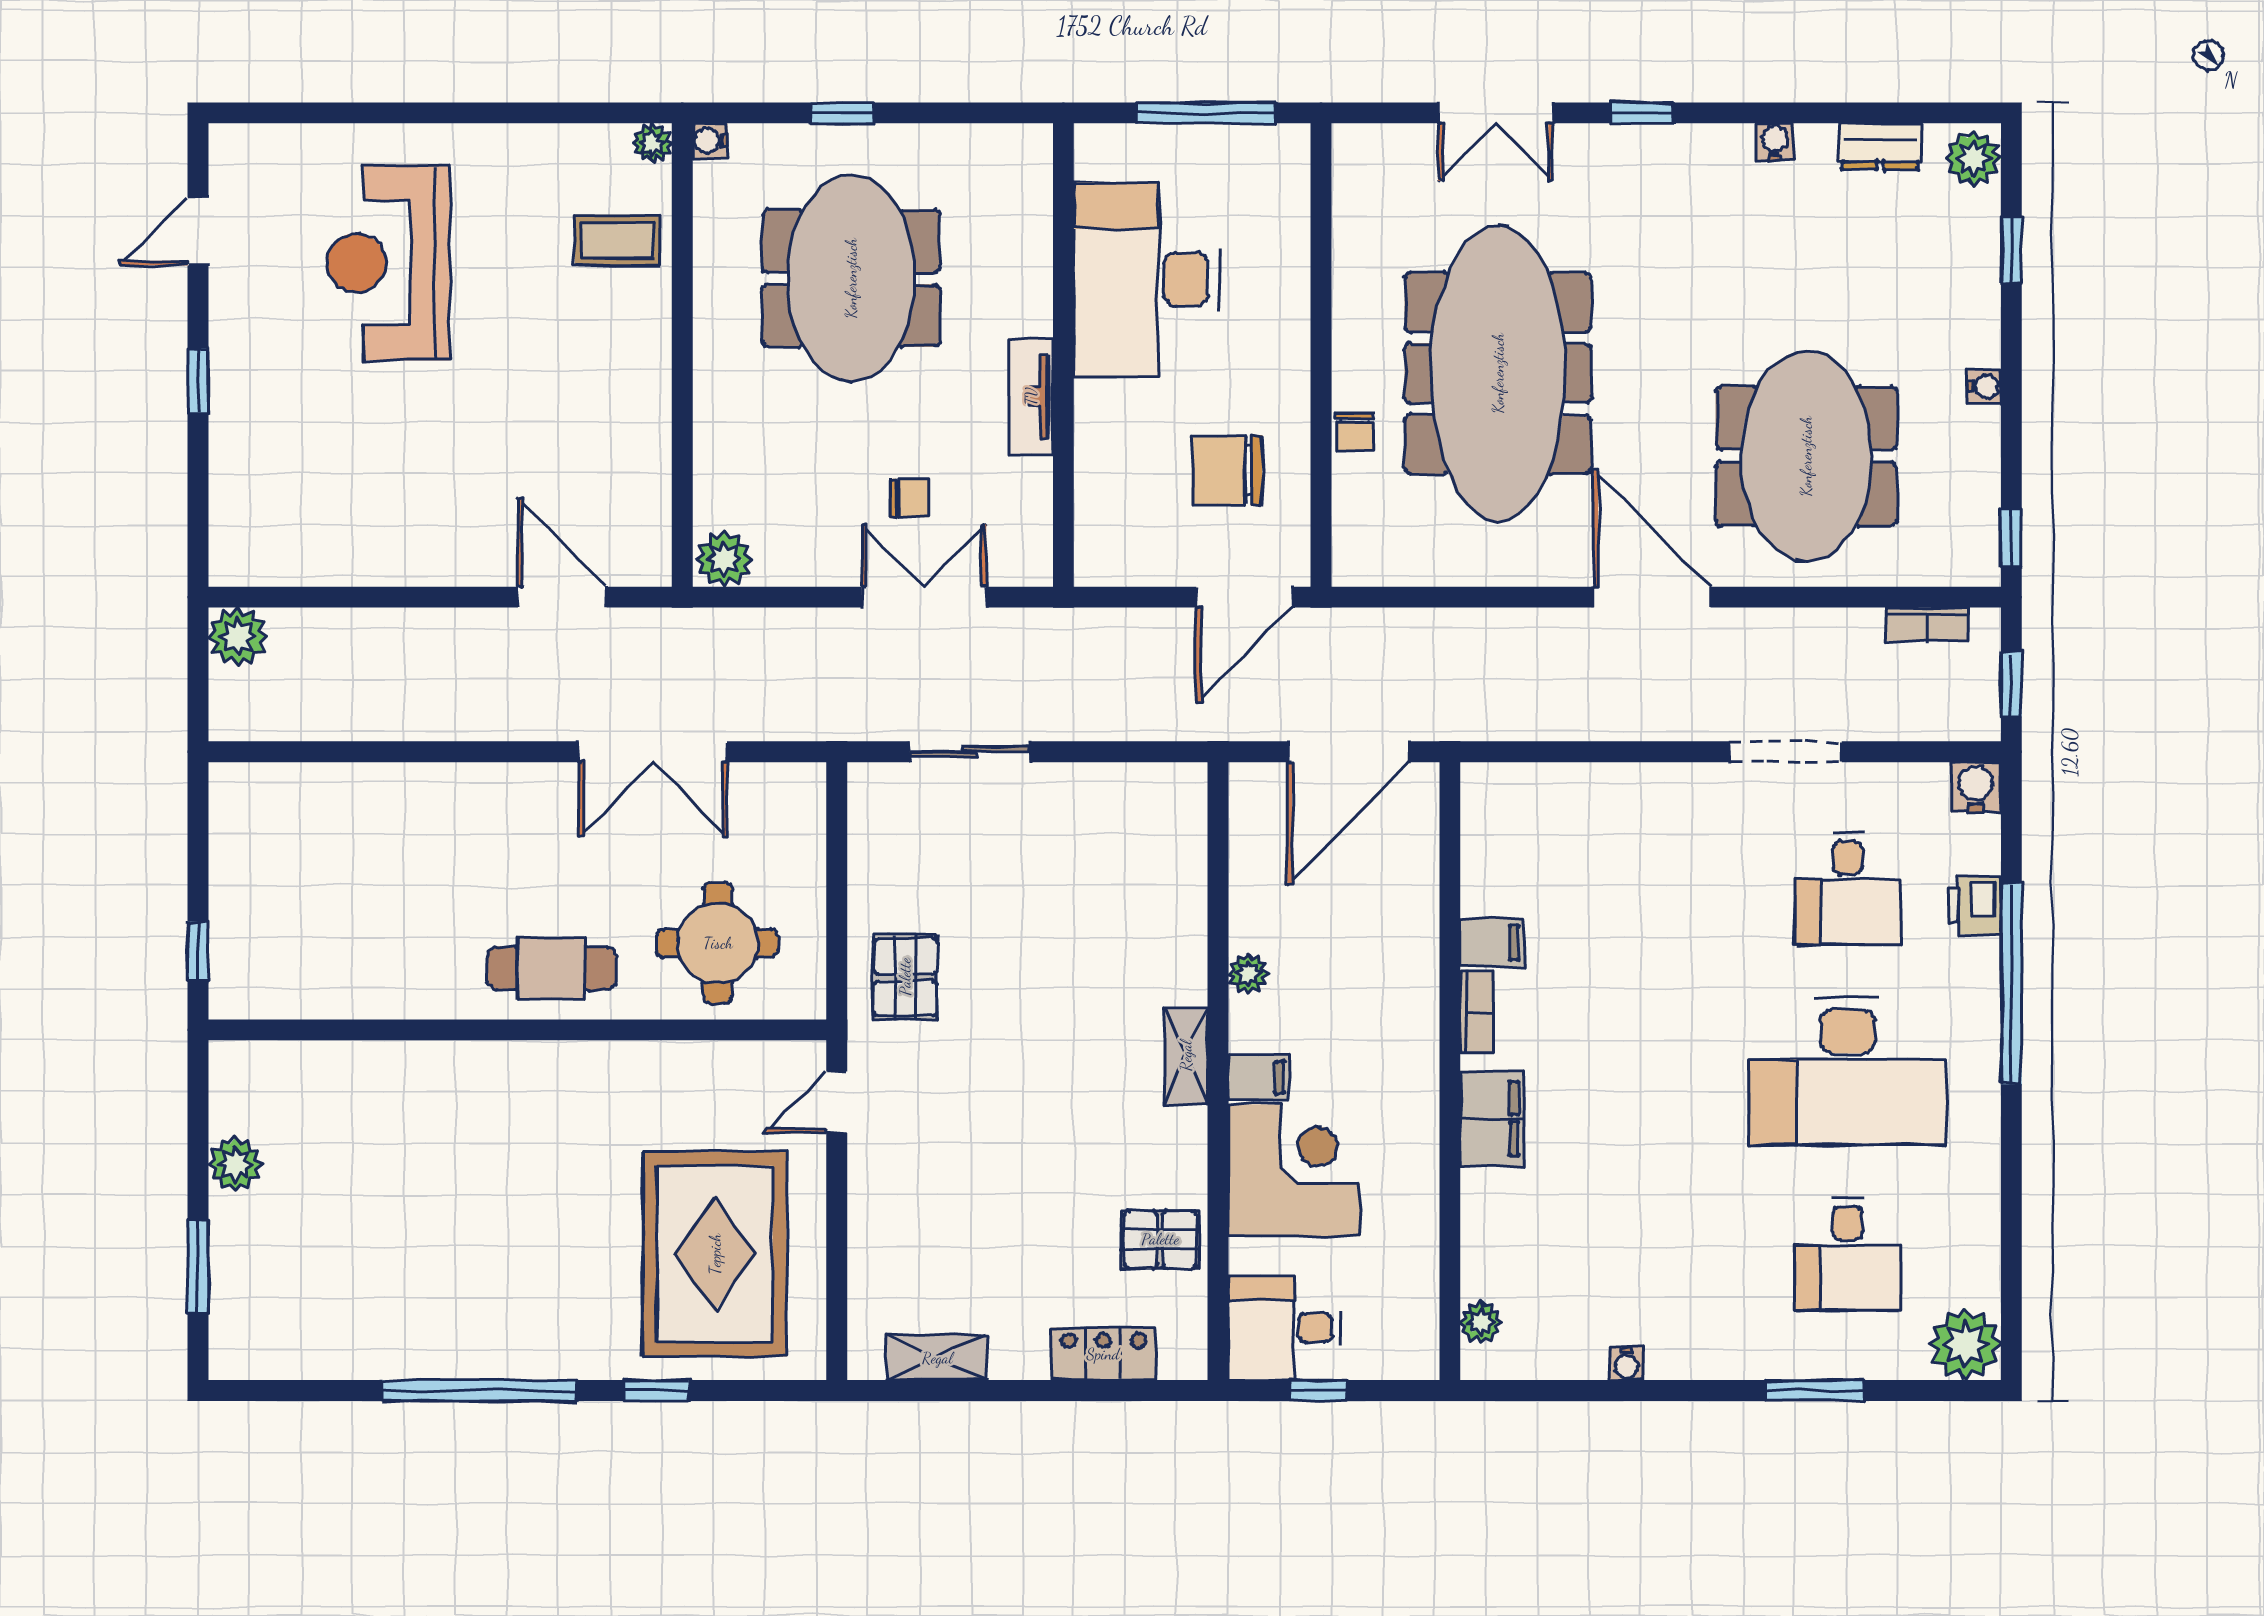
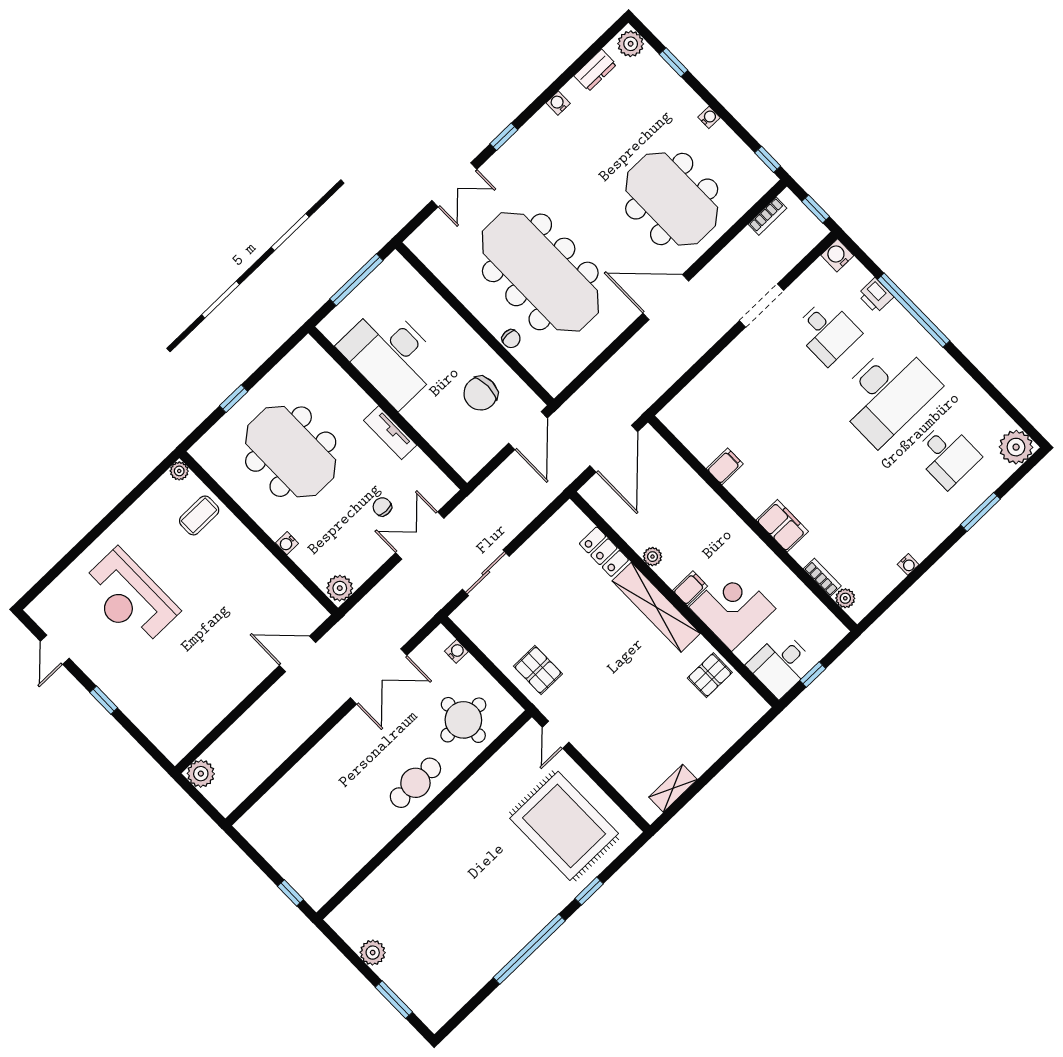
water cooler: (710, 141) -> (287, 543), moved
chair: (909, 498) -> (382, 507), turned -90
water cooler: (808, 828) -> (456, 651), added
bookcase: (1477, 1012) -> (822, 577), moved
shelving: (1186, 1056) -> (656, 607), width x2.20, depth x1.33
locker: (1103, 1354) -> (604, 552), moved, turned -90

